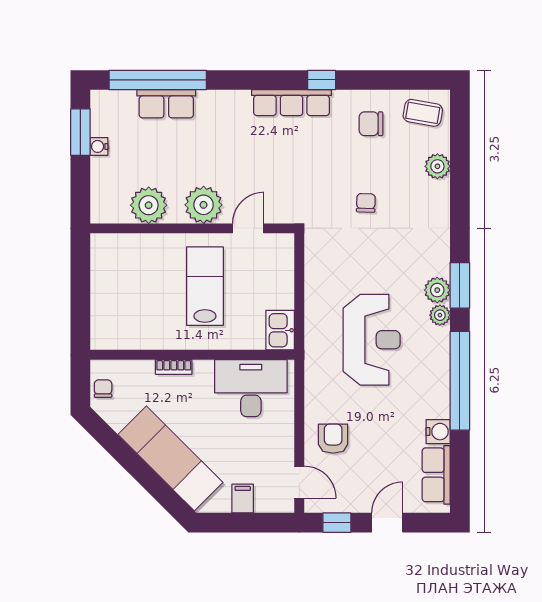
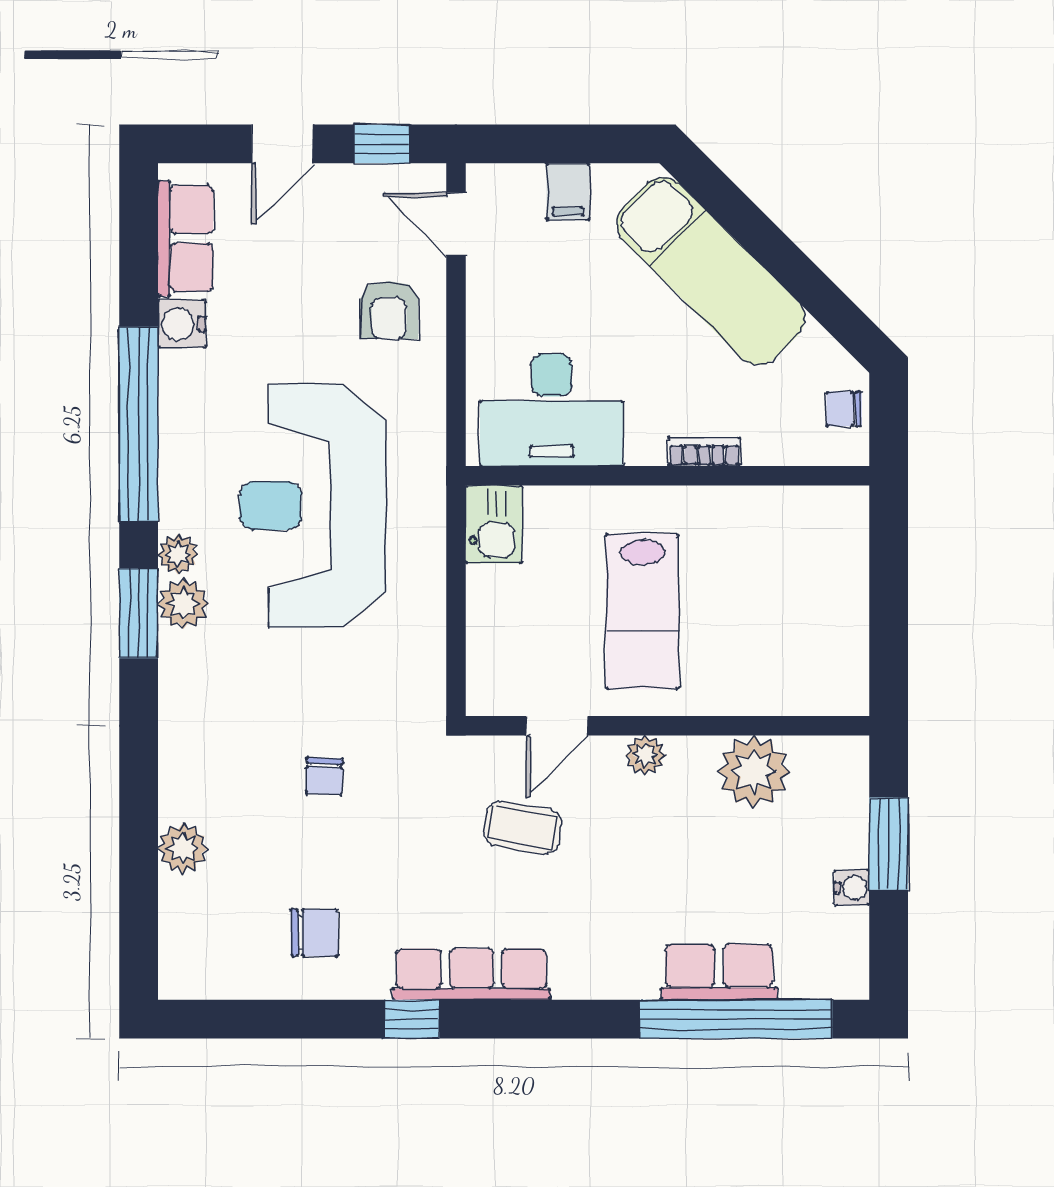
coffee table: (423, 113) -> (523, 828), moved
window: (80, 132) -> (889, 844), moved
plant: (204, 205) -> (645, 755), width x0.53, depth x0.53
reception desk: (372, 340) -> (313, 506), width x1.36, depth x1.30
chair: (103, 389) -> (844, 409), turned 90

